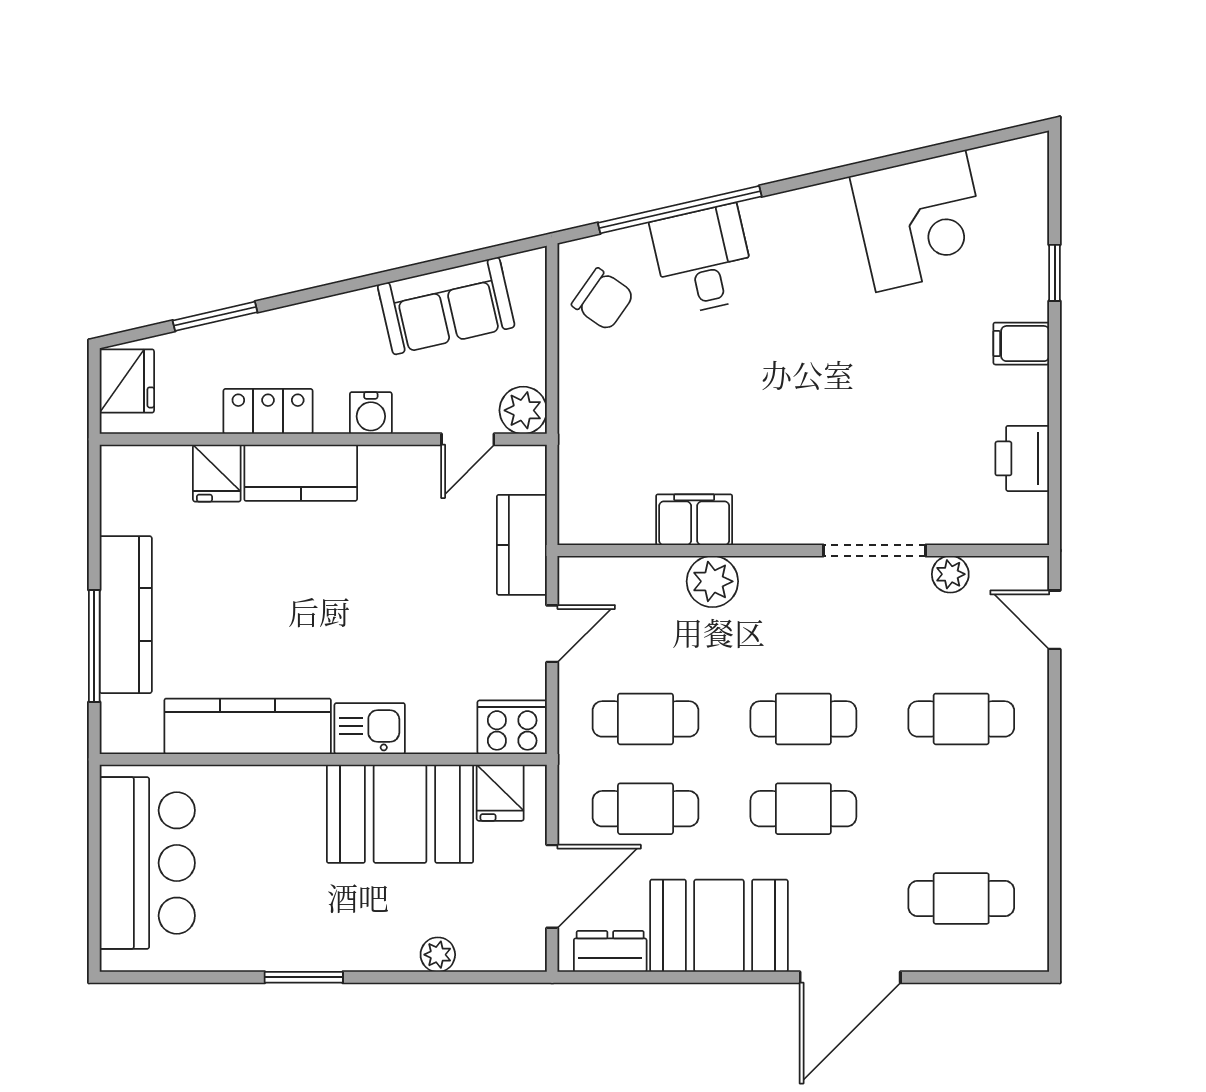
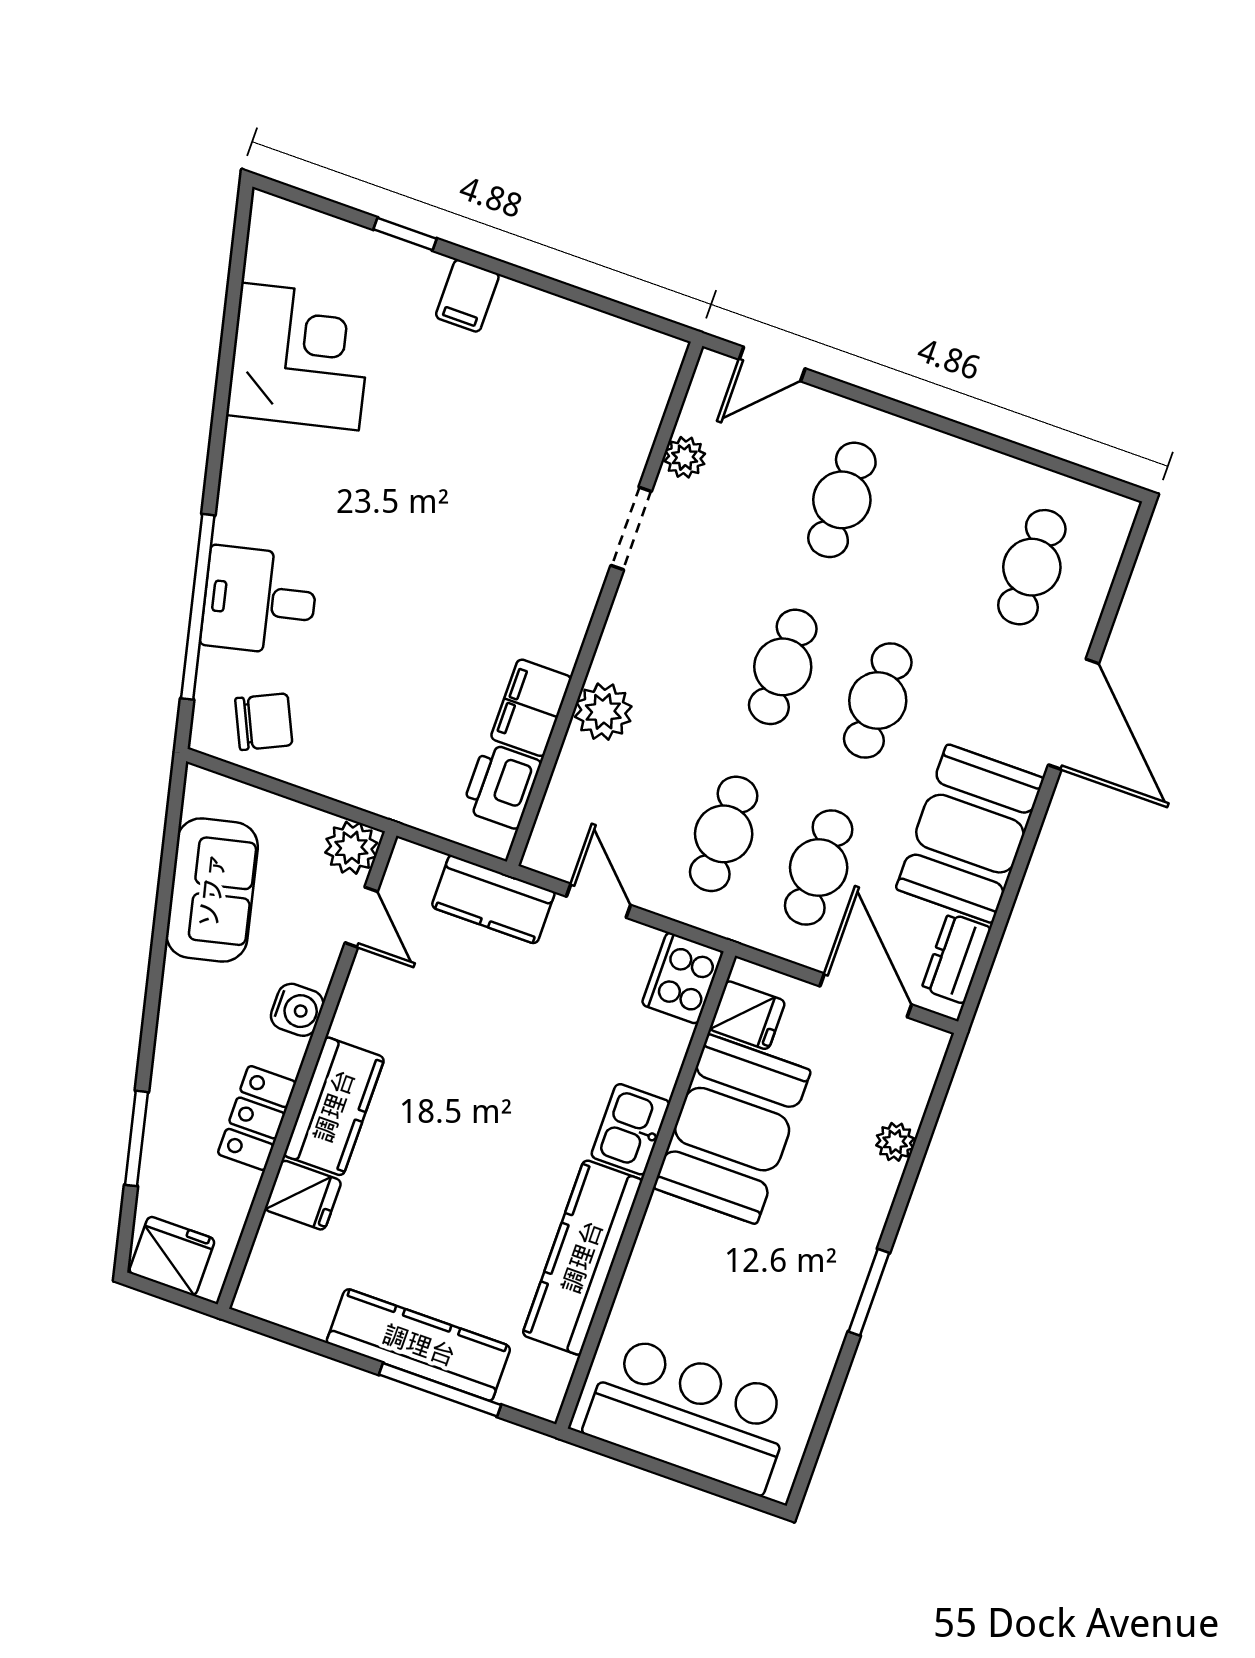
chair: (603, 299) -> (264, 722), turned 30
printer: (1022, 458) -> (502, 786), moved, turned 90
doorway: (874, 550) -> (631, 529), width x0.73

